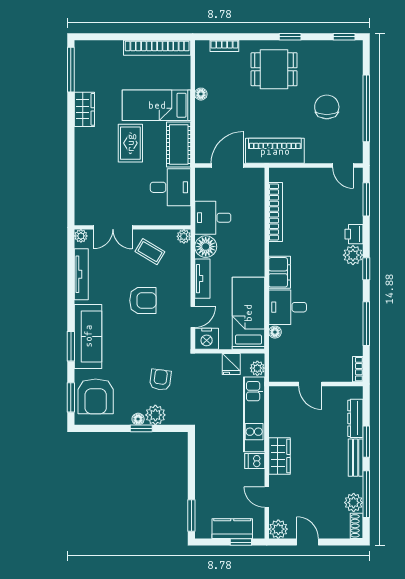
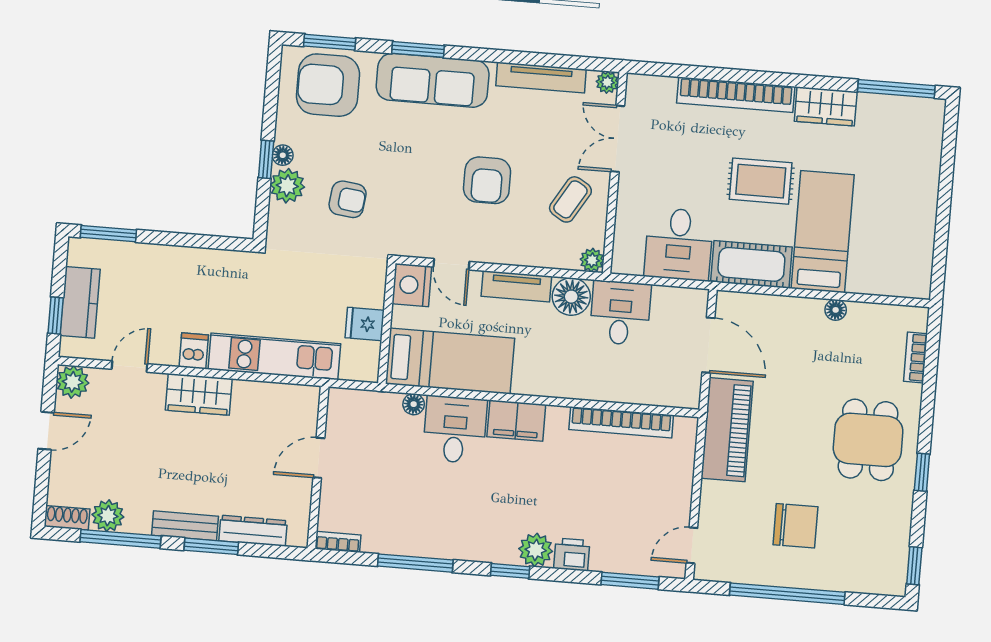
bookcase: (157, 48) -> (736, 95), moved, turned -90
plant: (257, 368) -> (354, 369), removed

